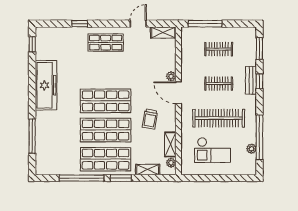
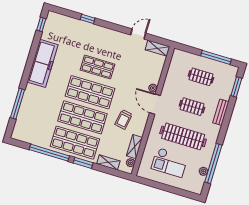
window: (205, 24) -> (216, 57), moved
shop shelf: (106, 43) -> (98, 67), moved
window: (259, 81) -> (228, 115), removed

